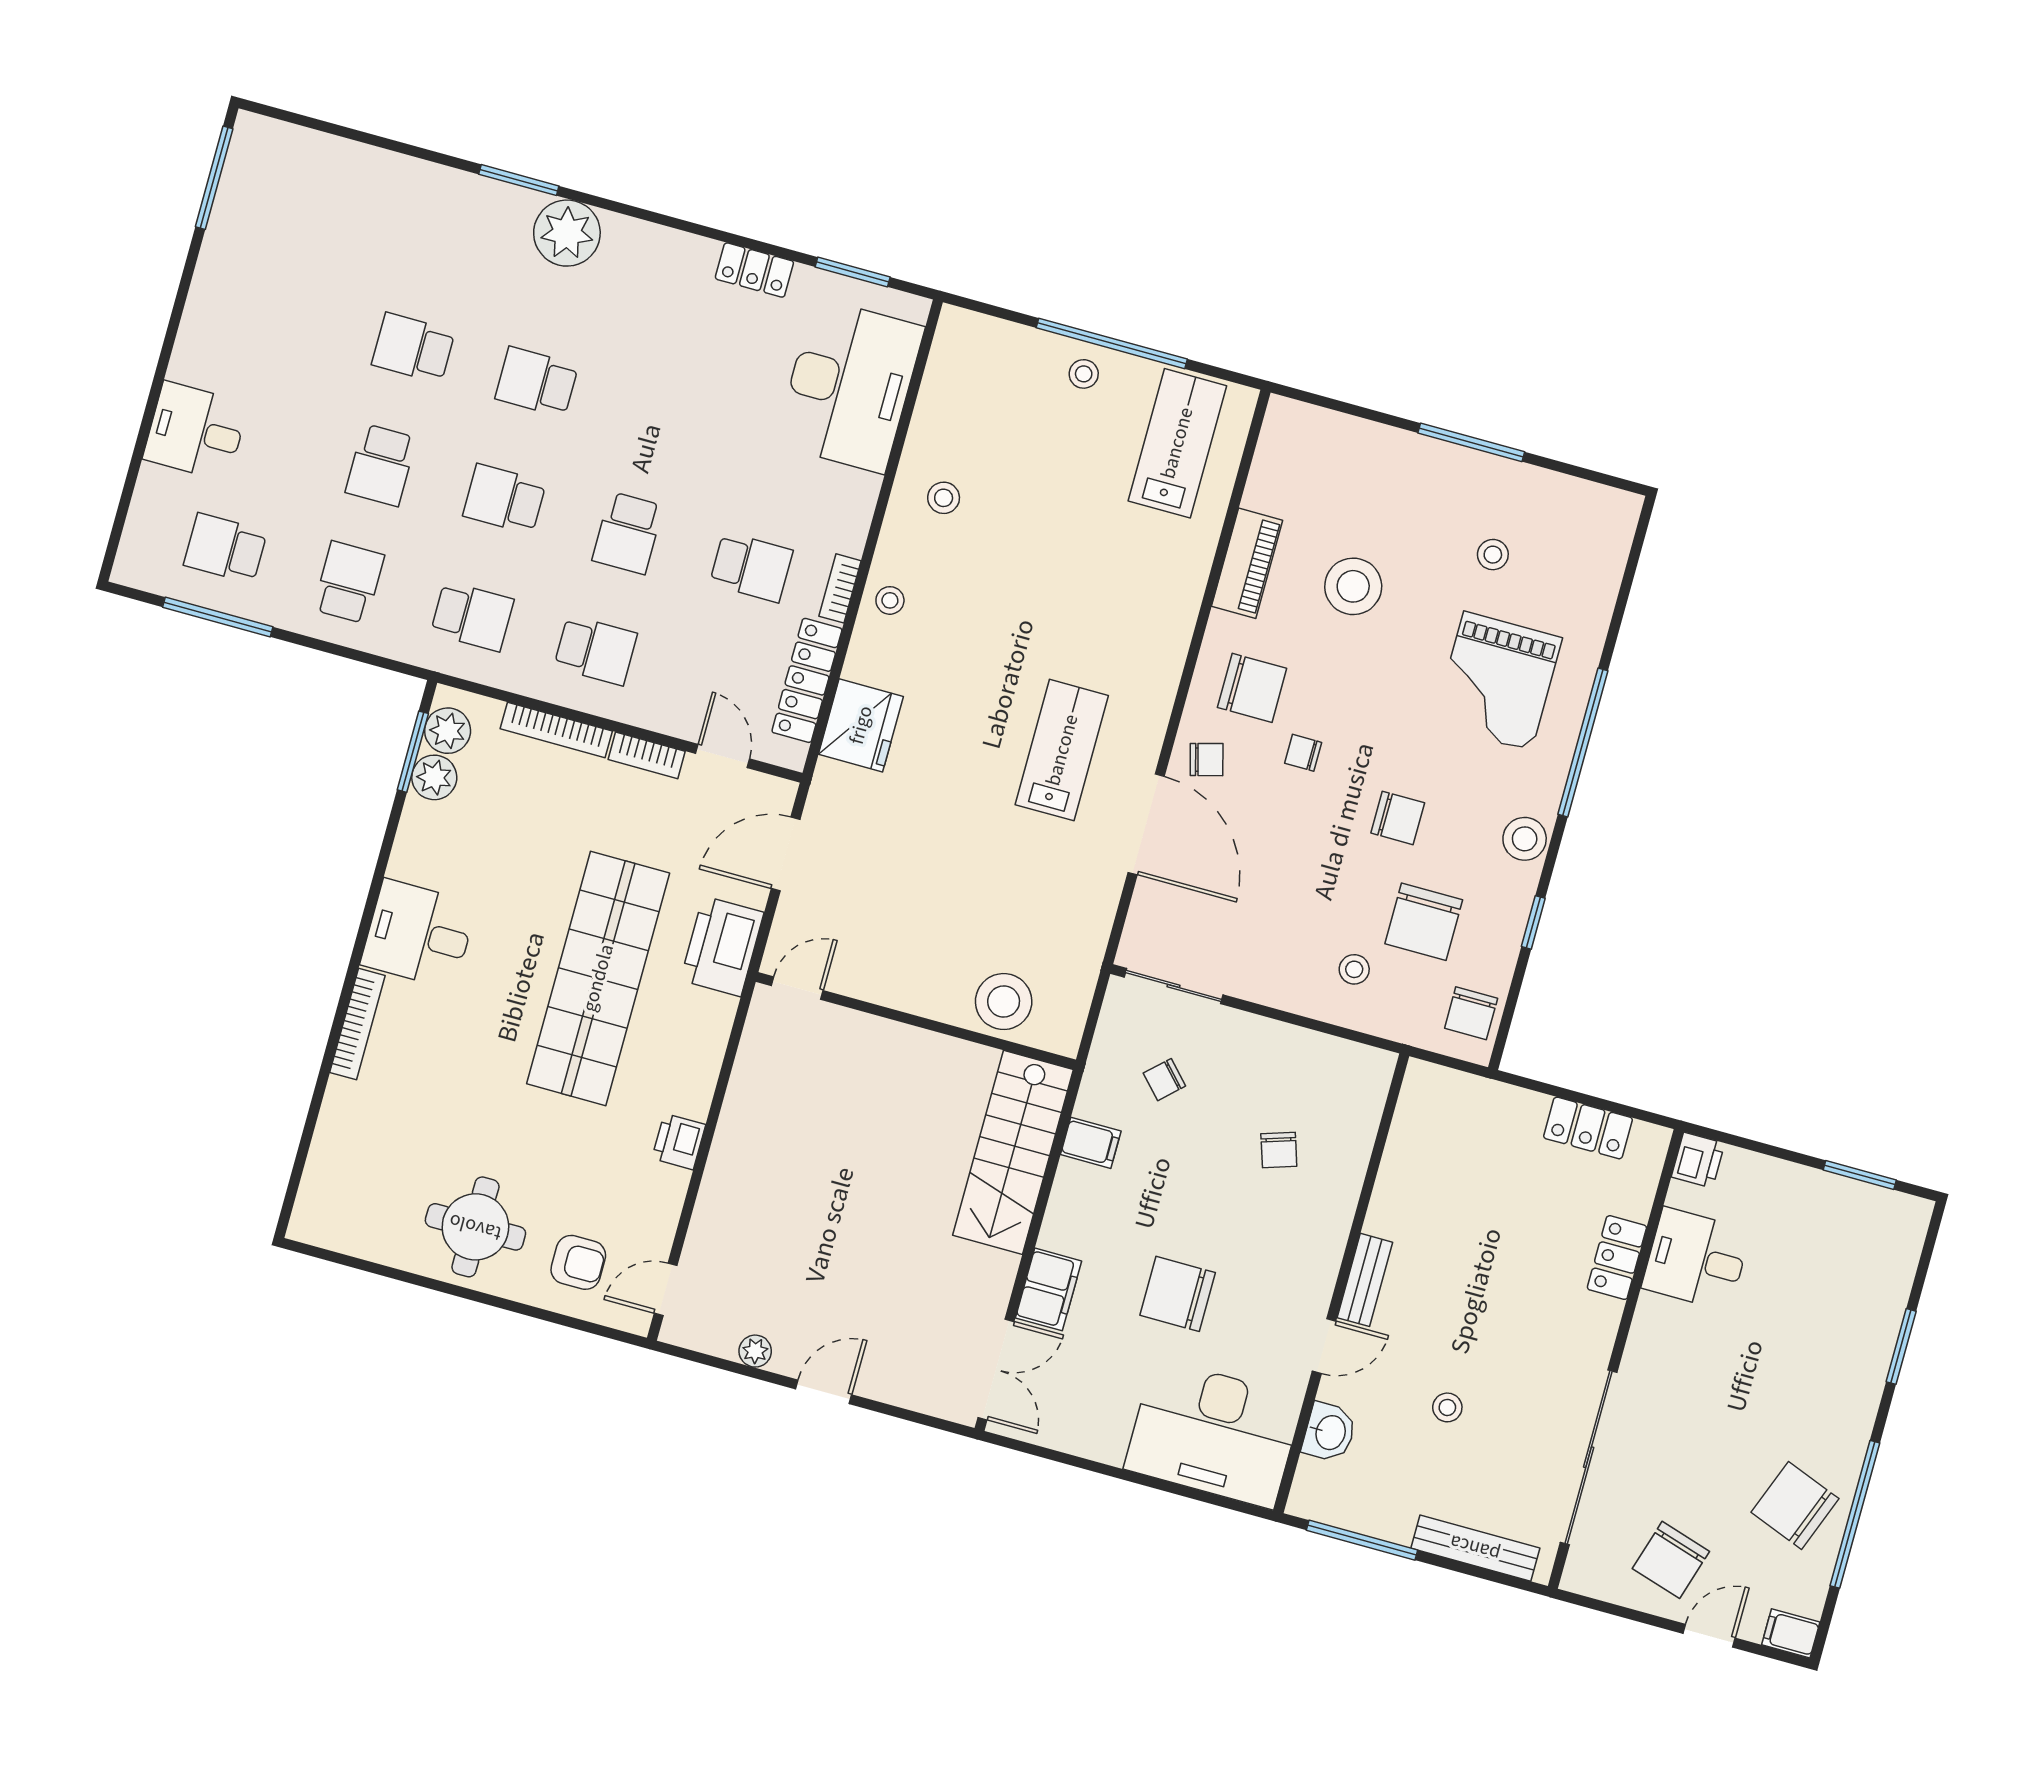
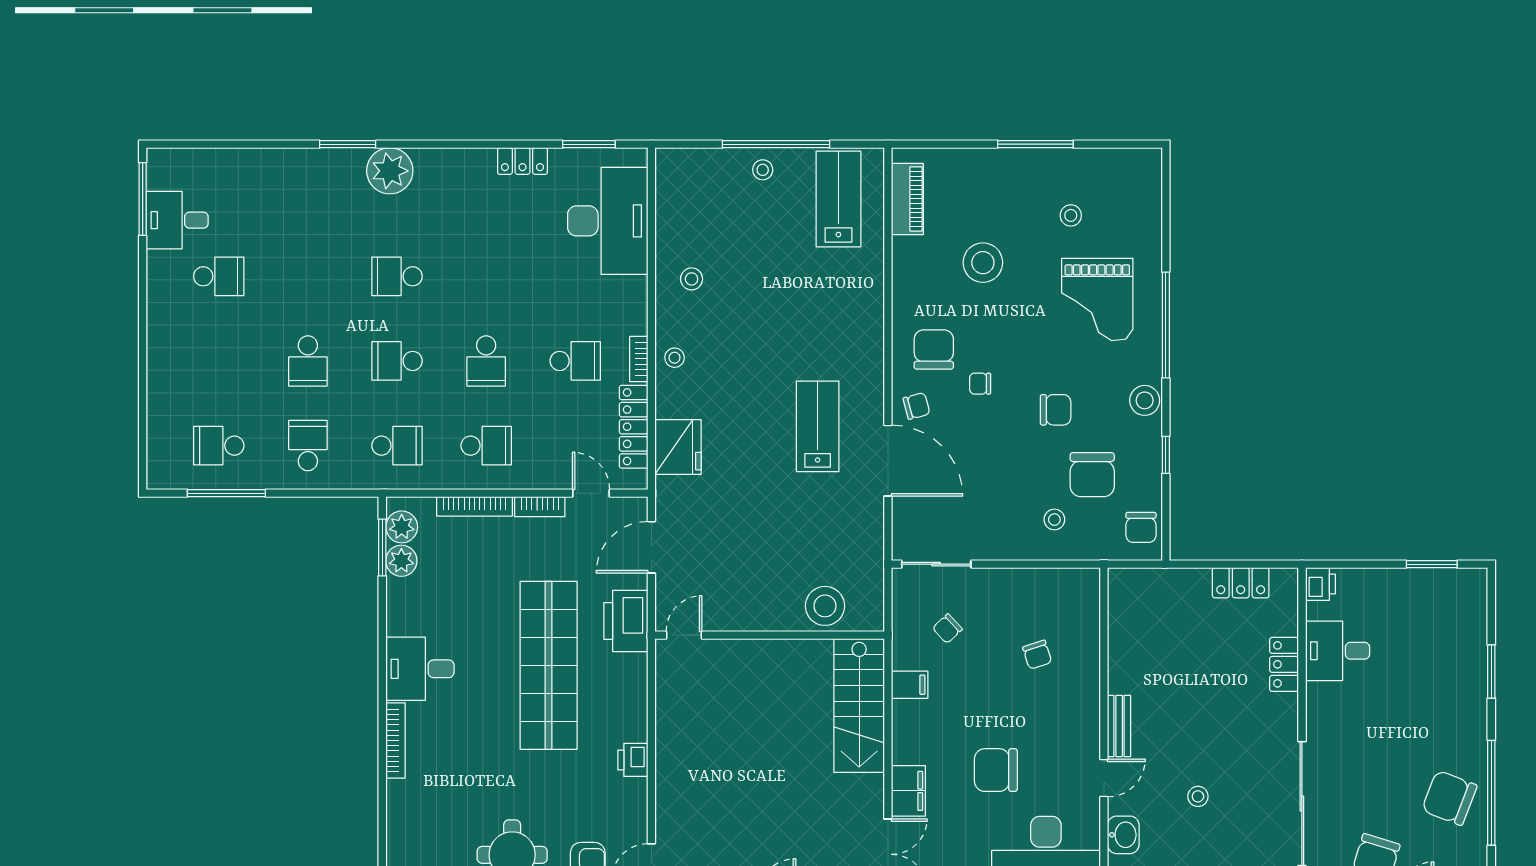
school desk: (413, 348) -> (219, 276), moved, turned 180
desk: (196, 431) -> (177, 220), moved
piano: (1247, 563) -> (907, 199), moved
chair: (1252, 688) -> (934, 349), turned -90

